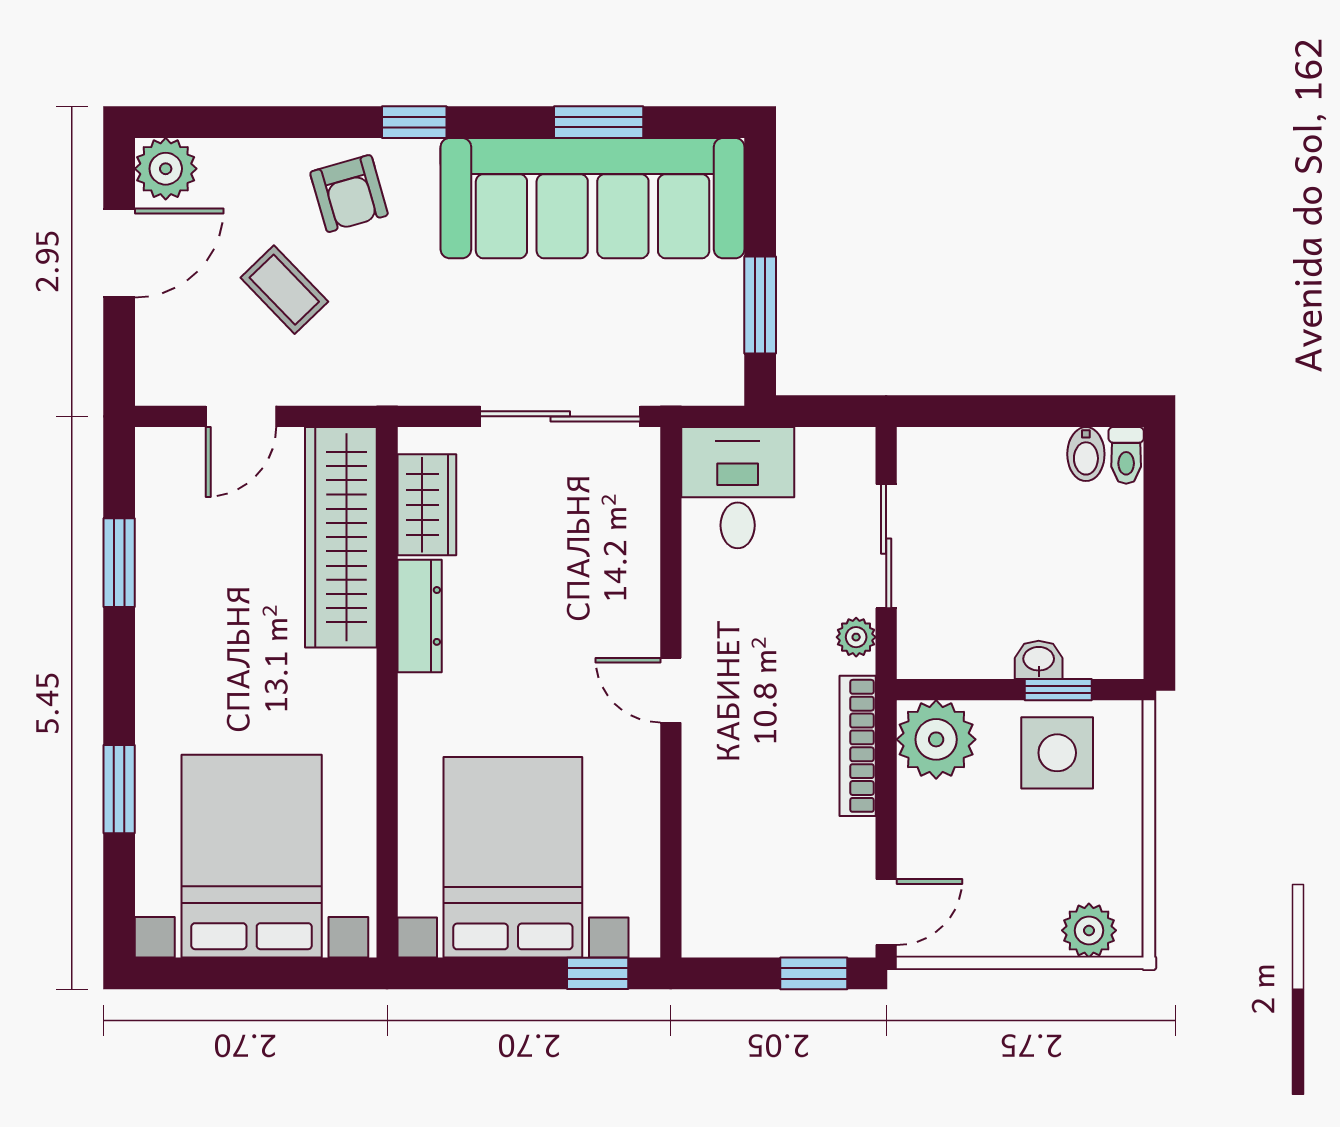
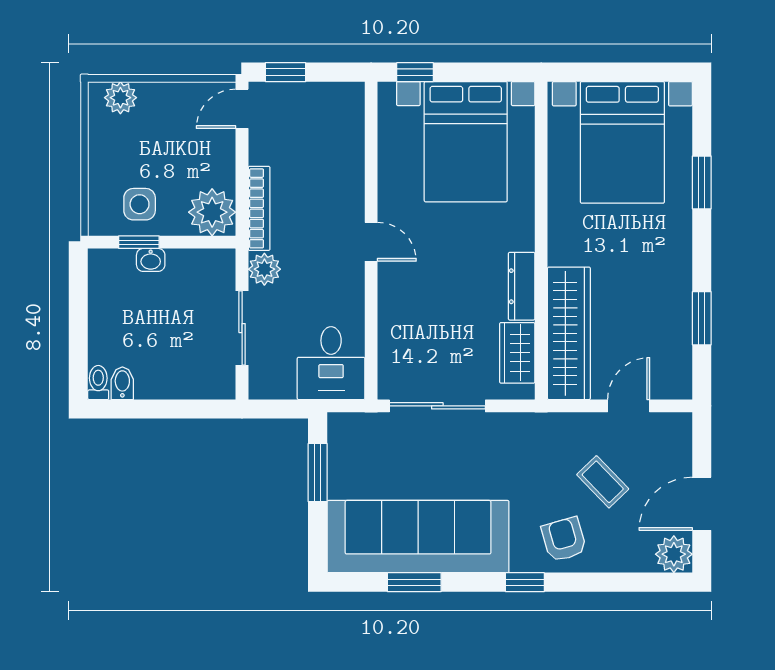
plant: (856, 637) -> (264, 269), width x1.38, depth x1.38
side table: (1057, 753) -> (140, 204), width x0.73, depth x0.73

